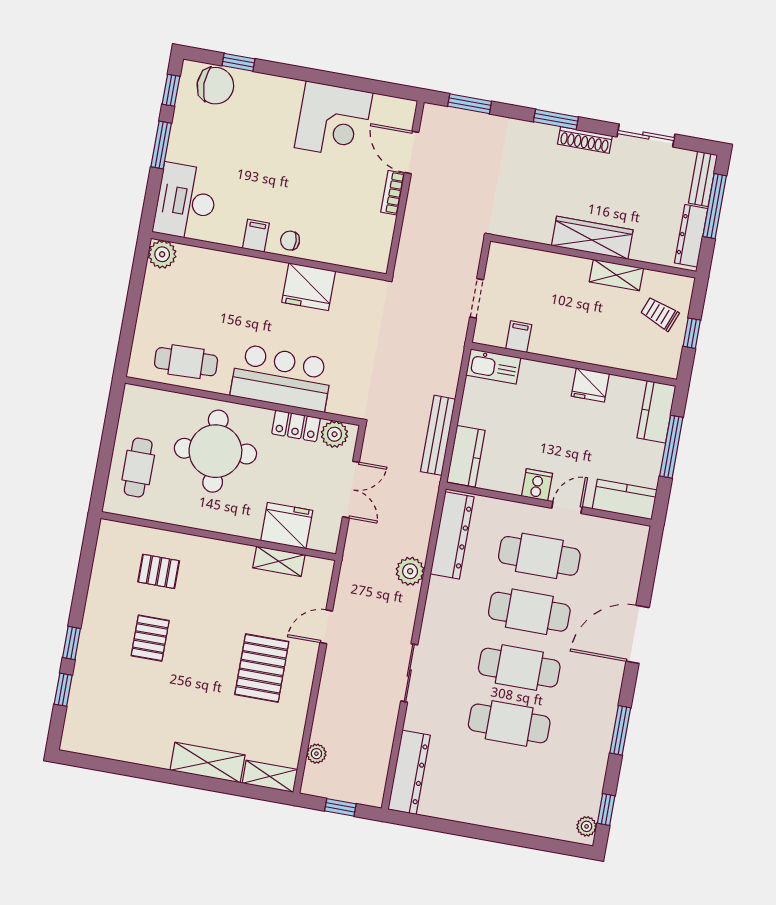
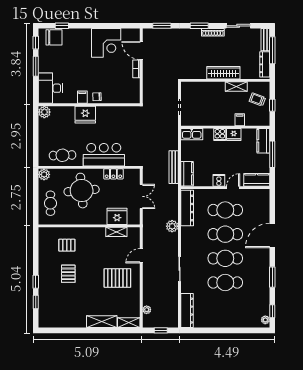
fridge: (309, 287) -> (85, 115), moved
filing cabinet: (519, 337) -> (240, 120), moved
cooker: (558, 379) -> (220, 135), added
plant: (334, 434) -> (44, 174), moved
pallet: (262, 668) -> (117, 278), turned 90

